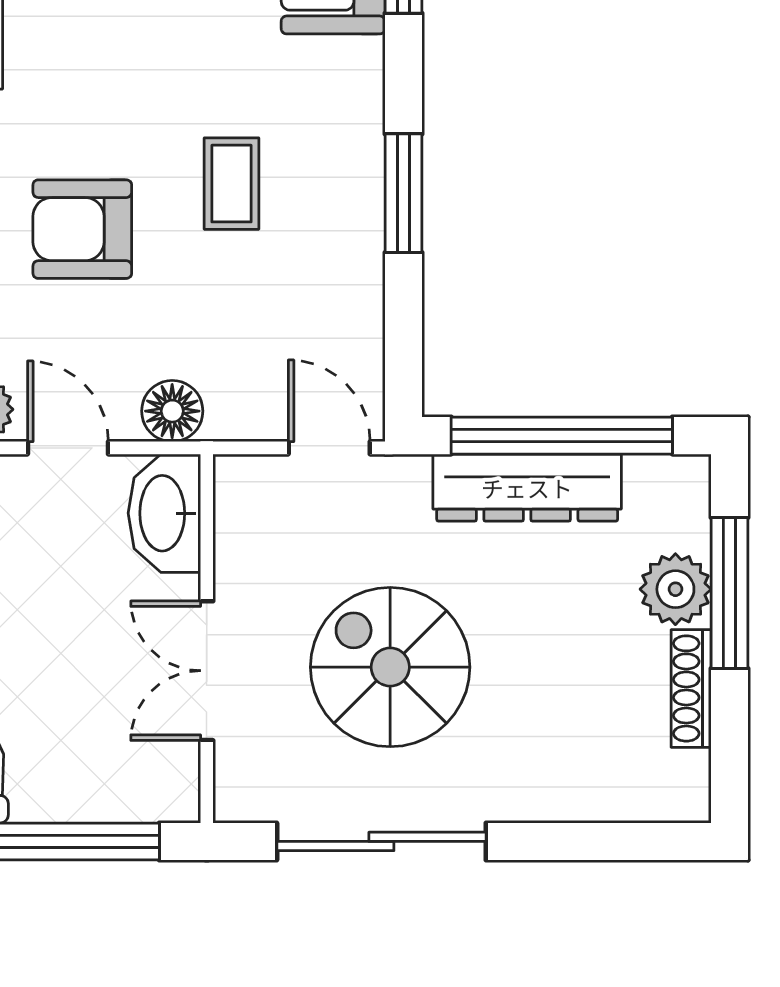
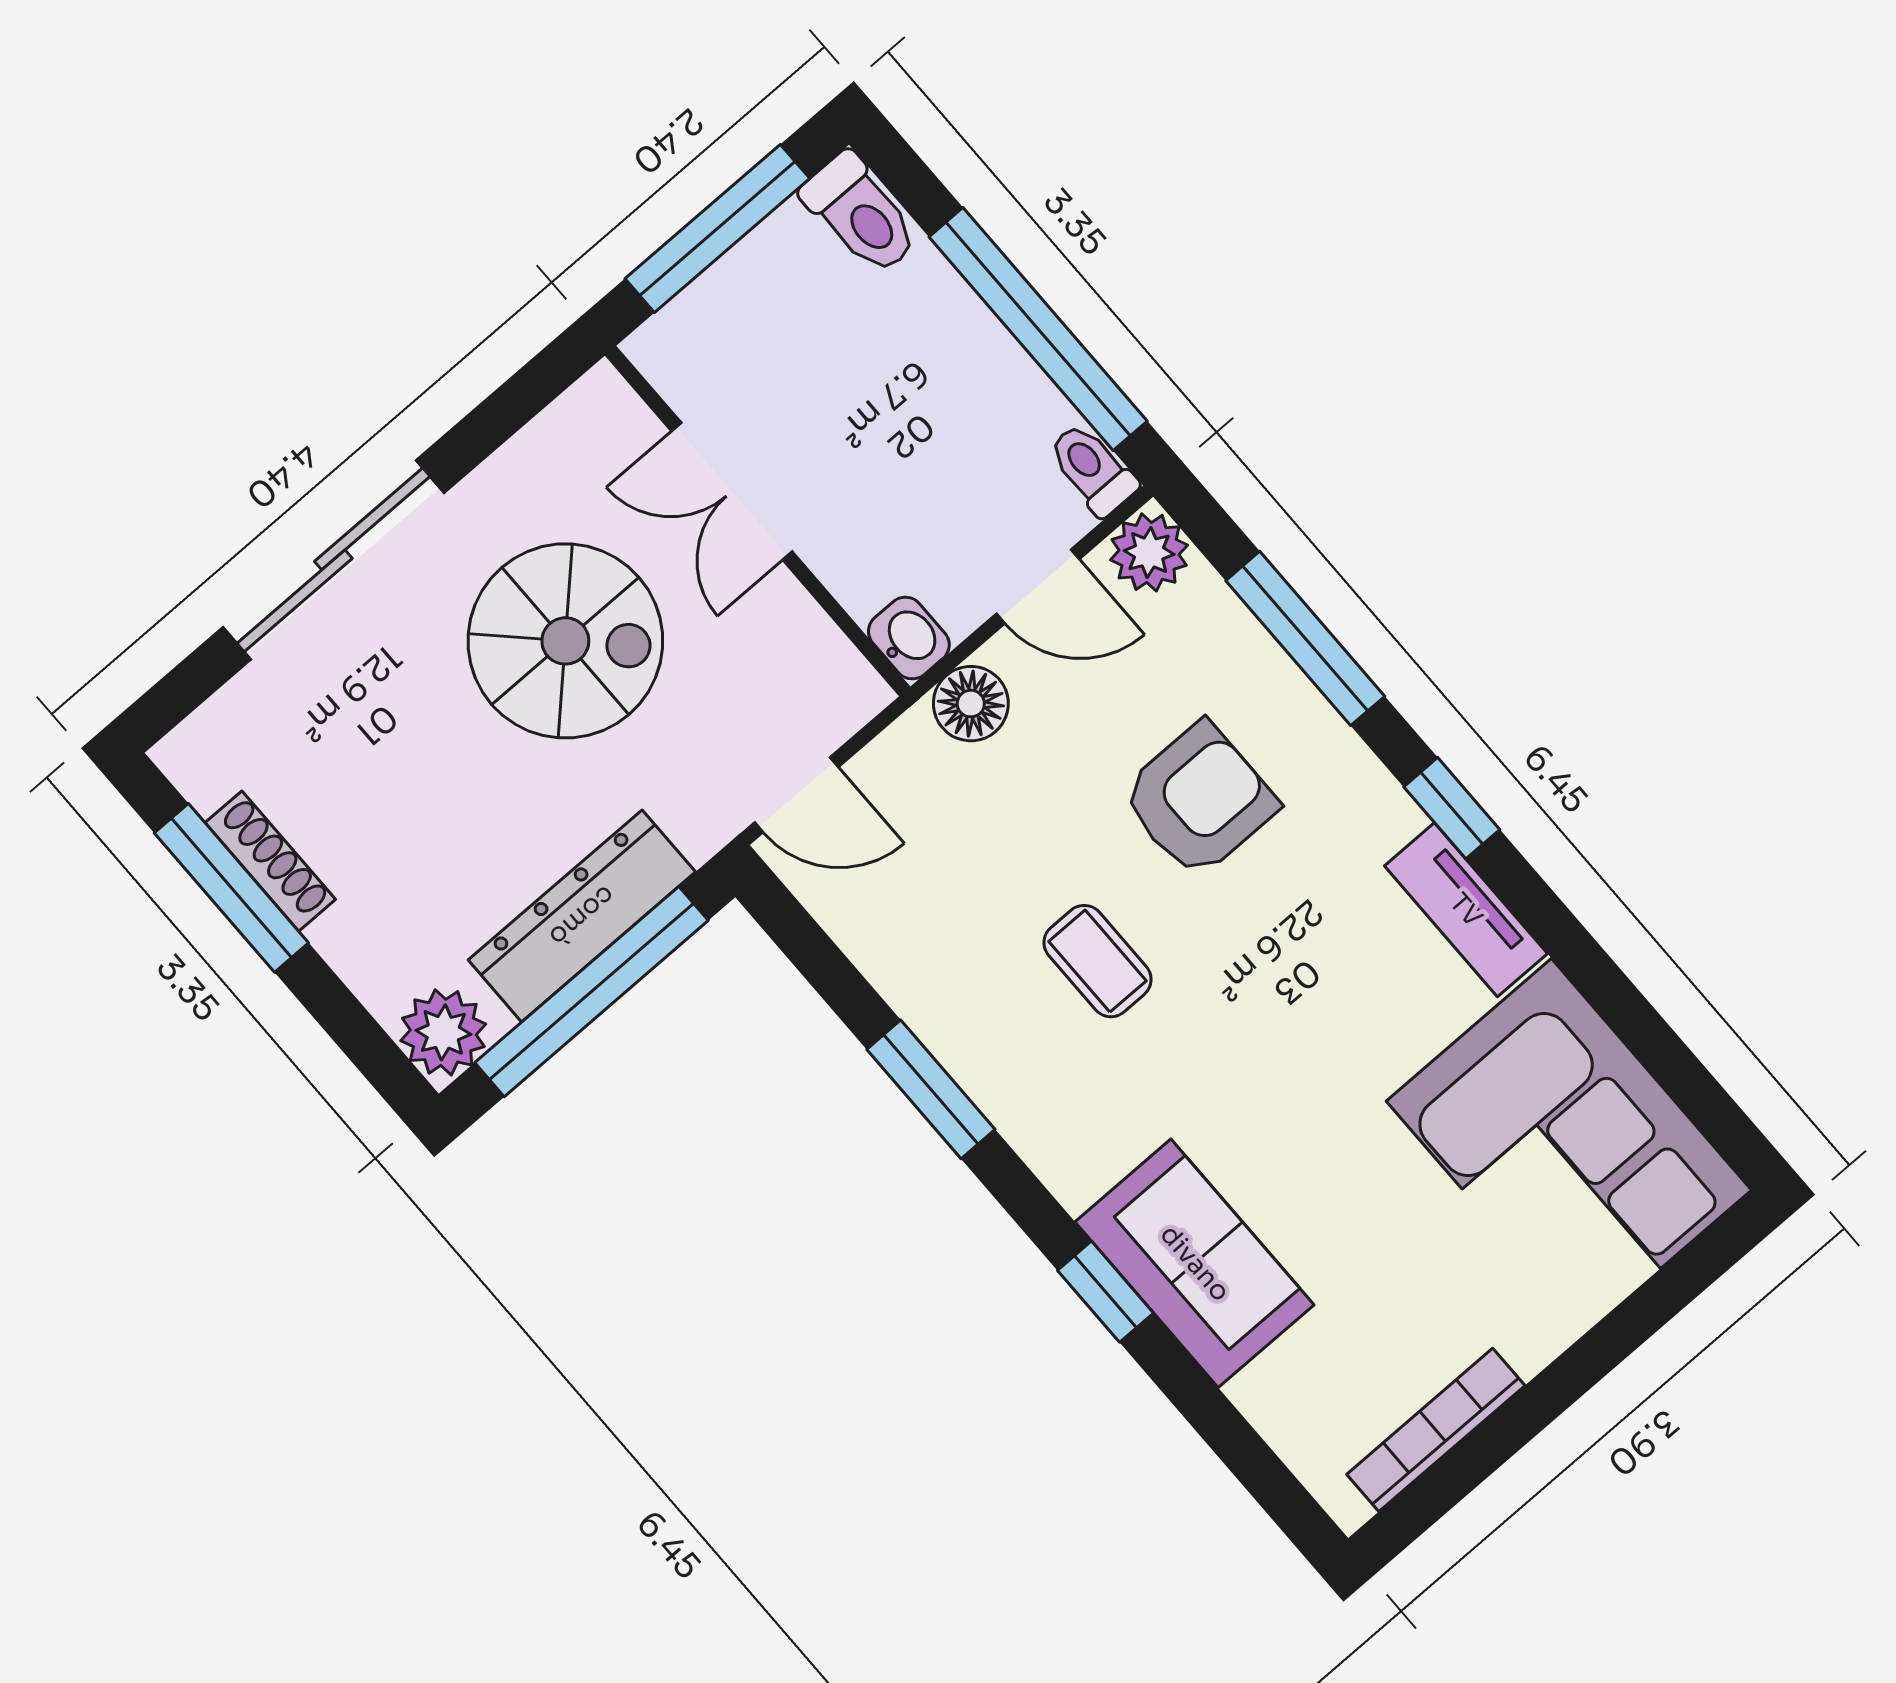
washbasin: (164, 513) -> (909, 638), width x0.52, depth x0.69
plant: (675, 589) -> (443, 1032), moved
window: (730, 593) -> (231, 888), moved
double door: (207, 671) -> (732, 491), swing flipped
sliding door: (381, 841) -> (333, 560), moved

